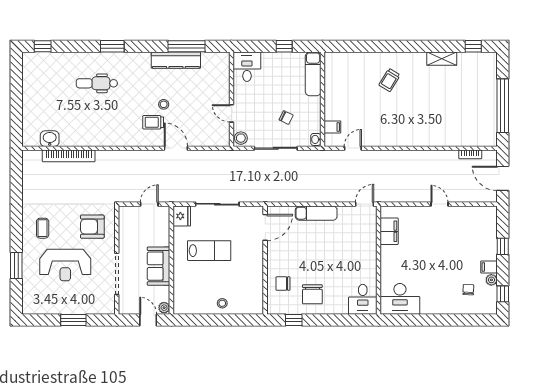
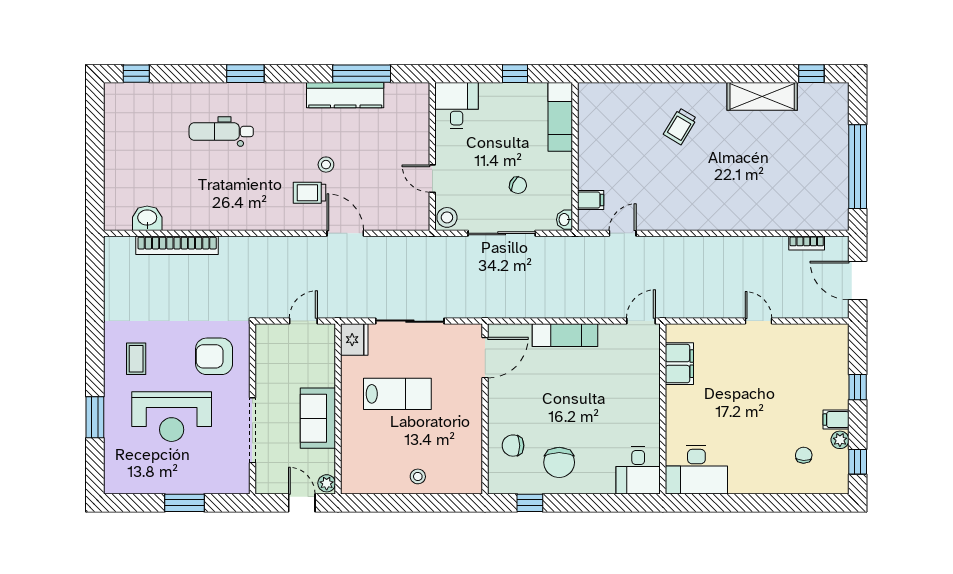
shelving: (442, 59) -> (762, 96), width x1.50, depth x1.33

